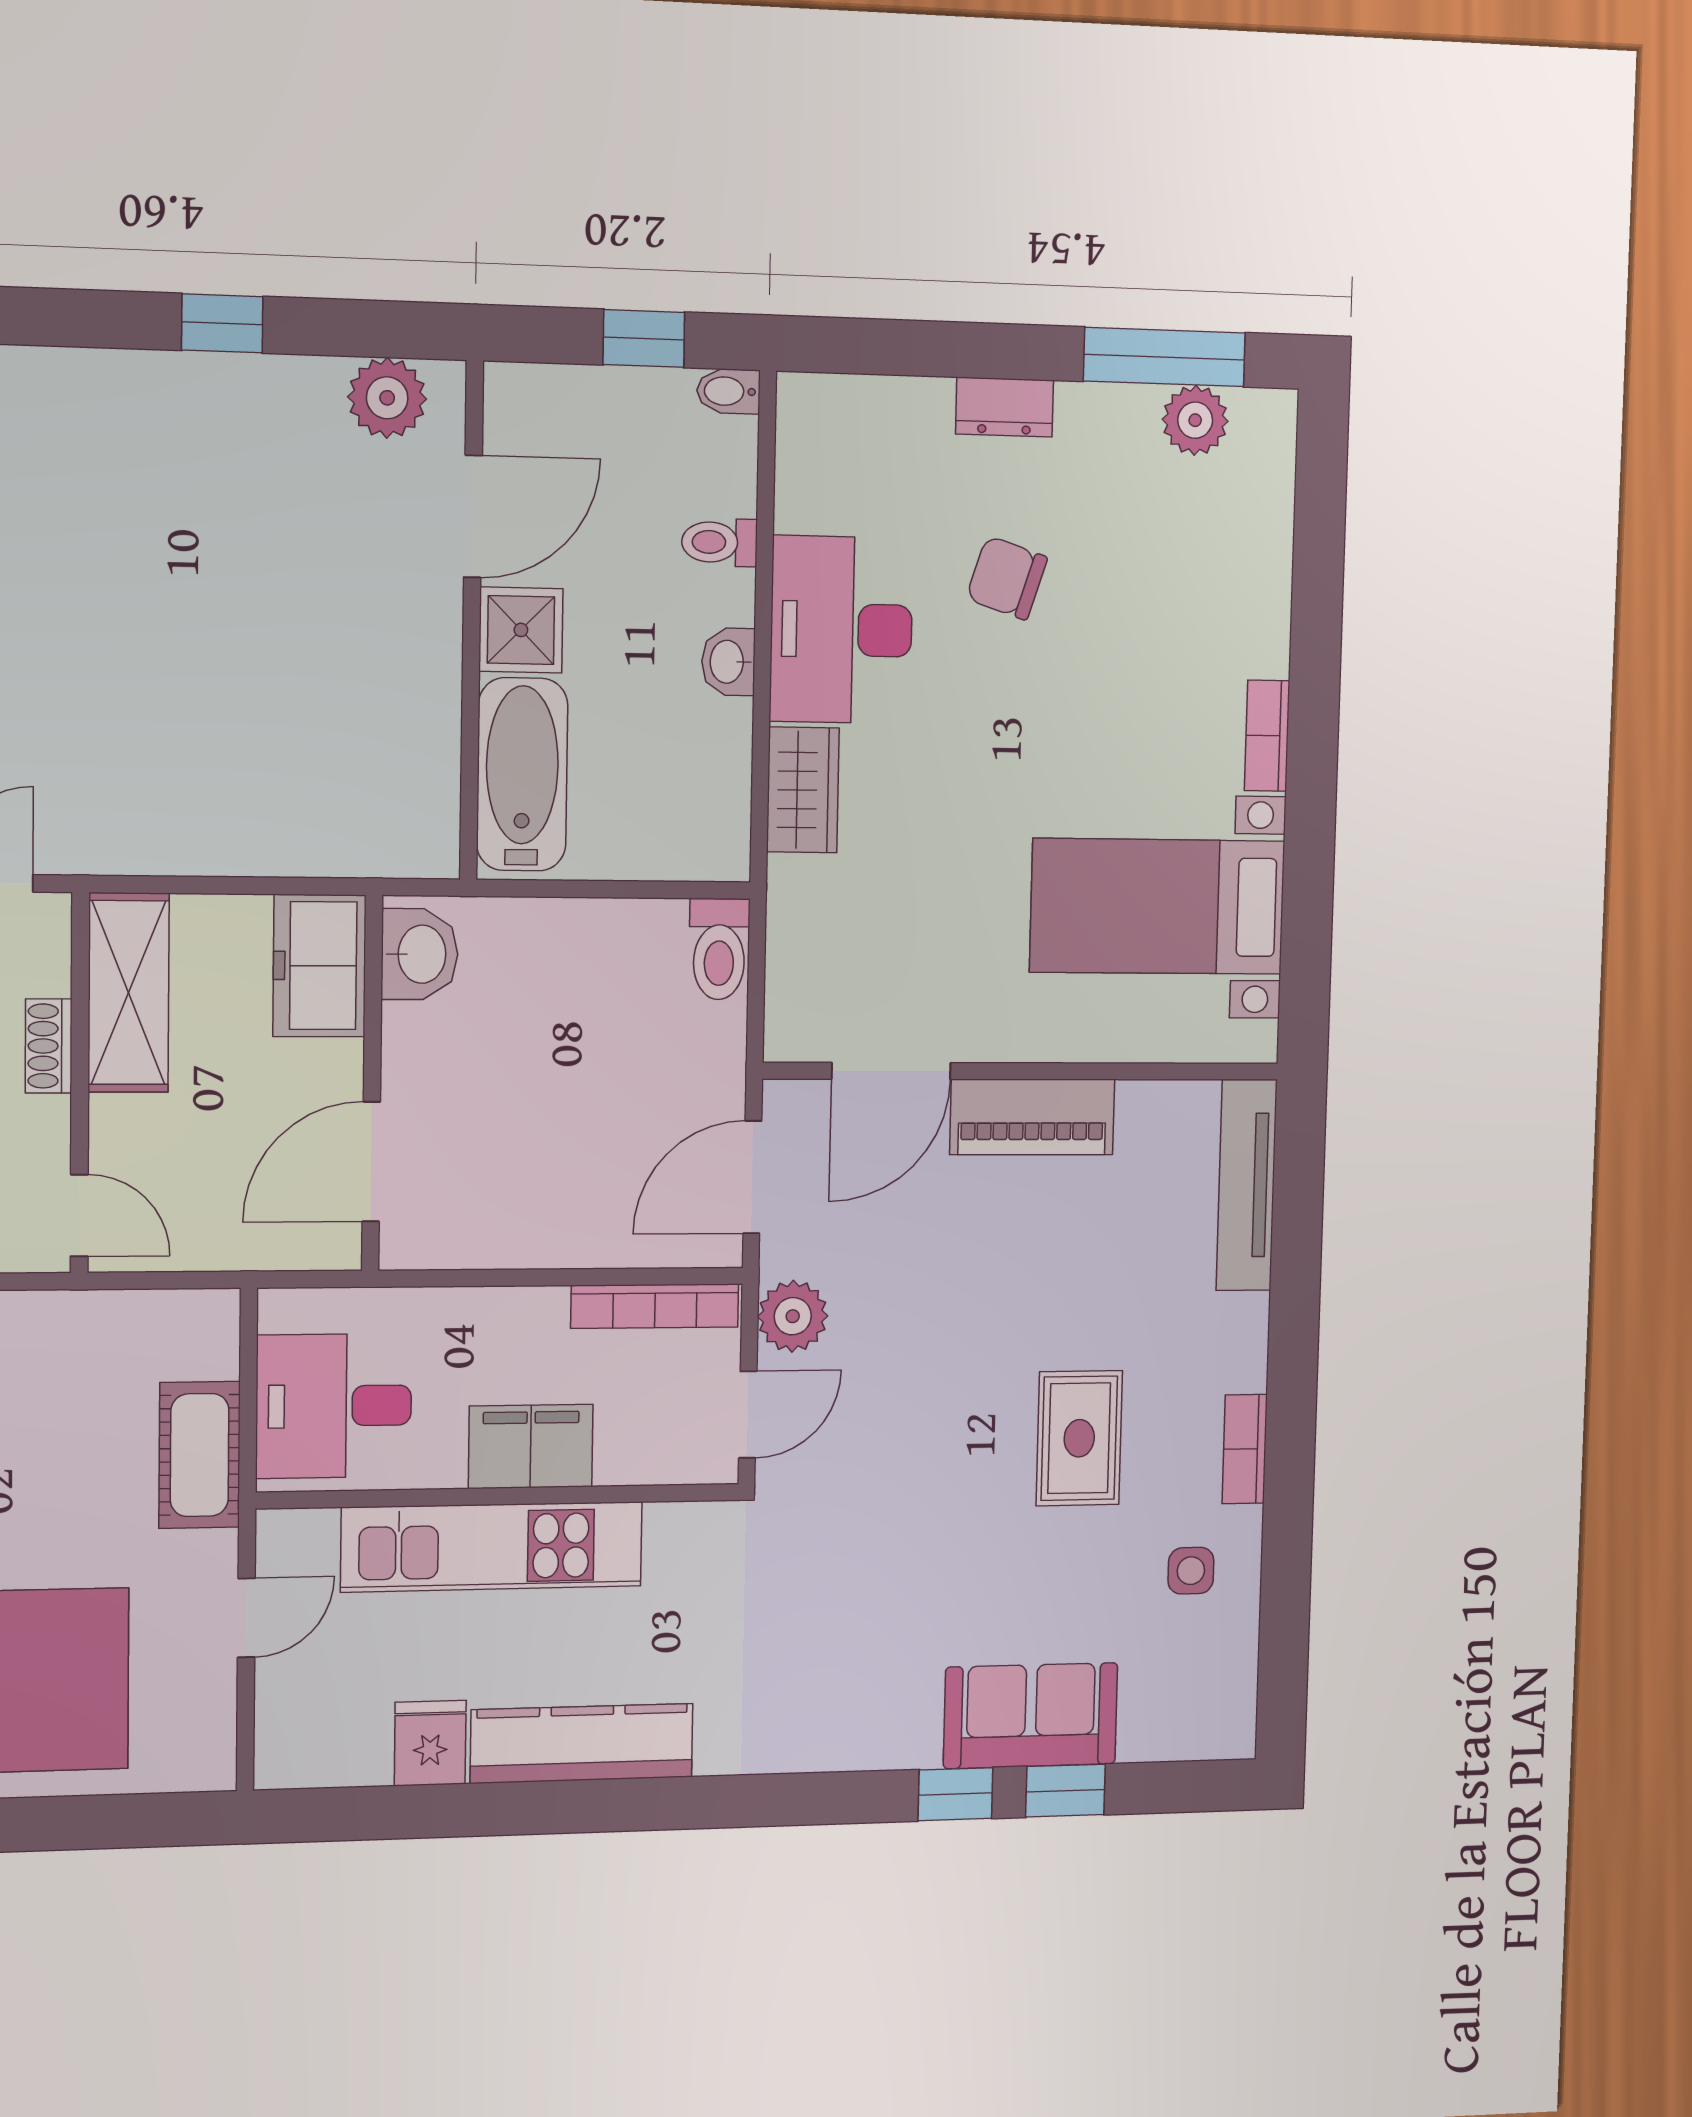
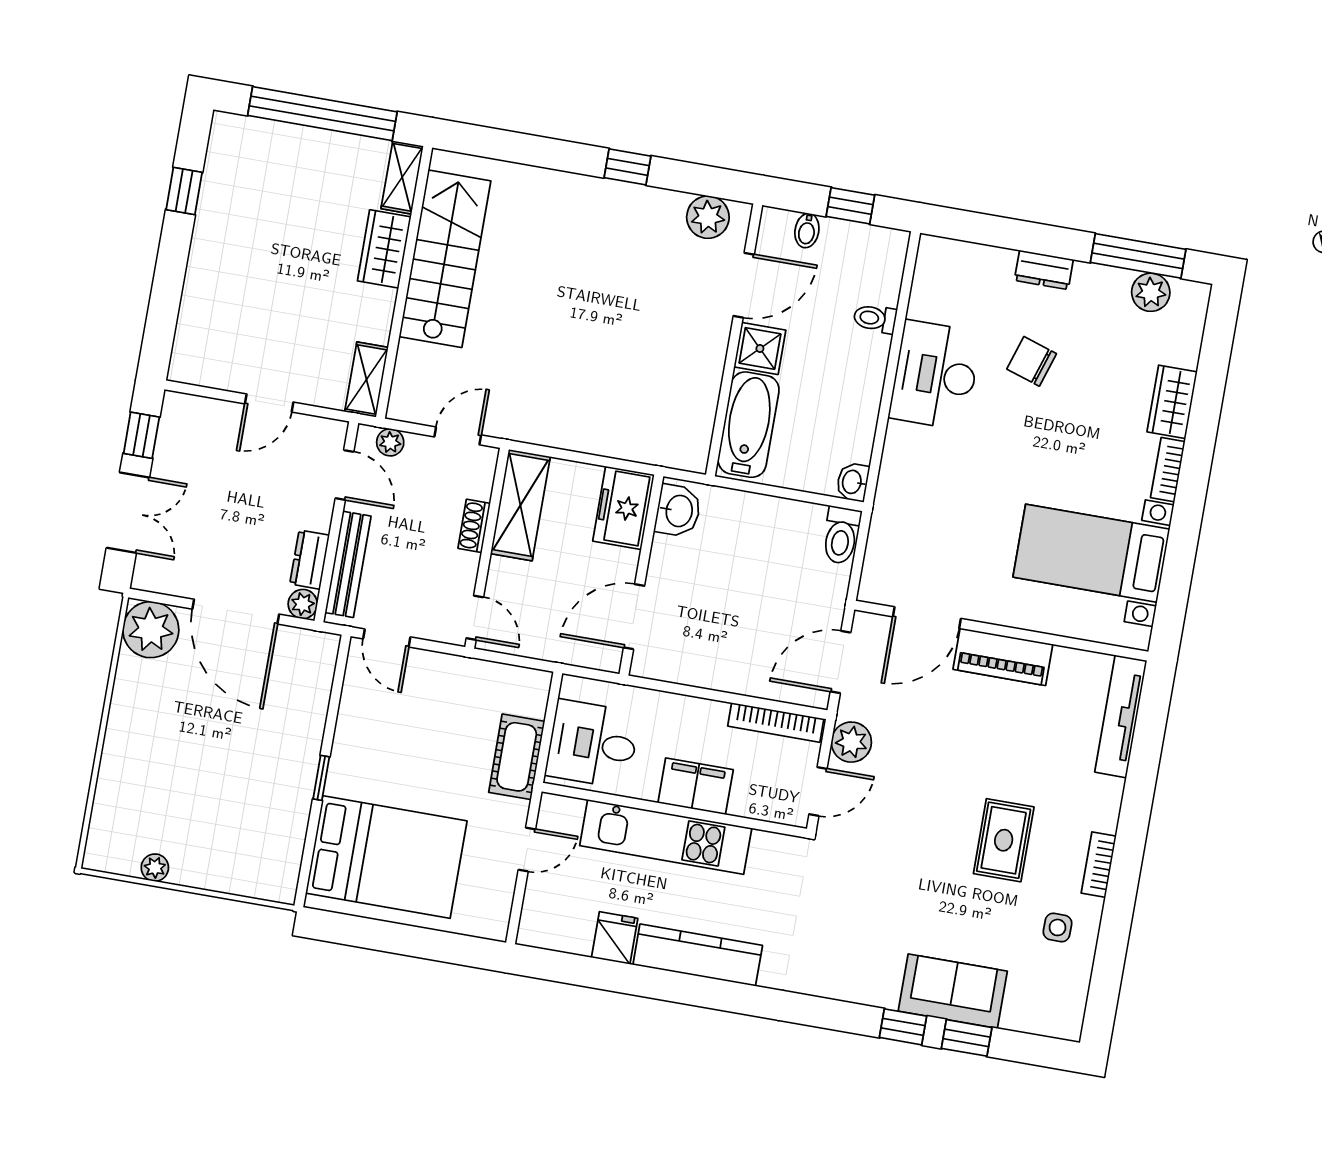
bidet: (728, 391) -> (807, 231), moved, turned -90
washbasin: (728, 662) -> (853, 482), moved
wardrobe: (803, 790) -> (1172, 402), moved, turned 180

